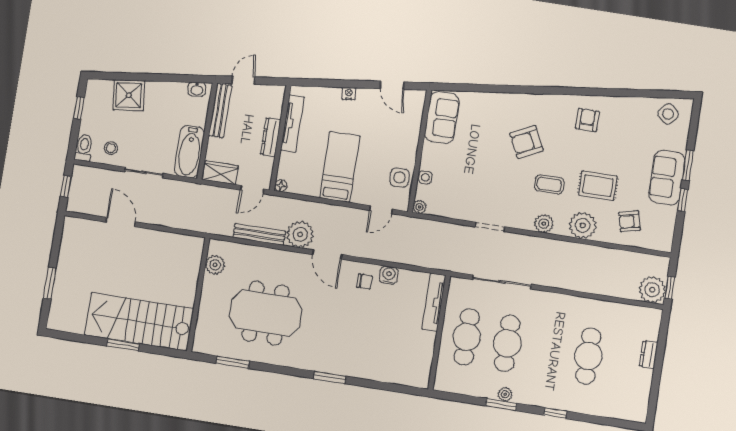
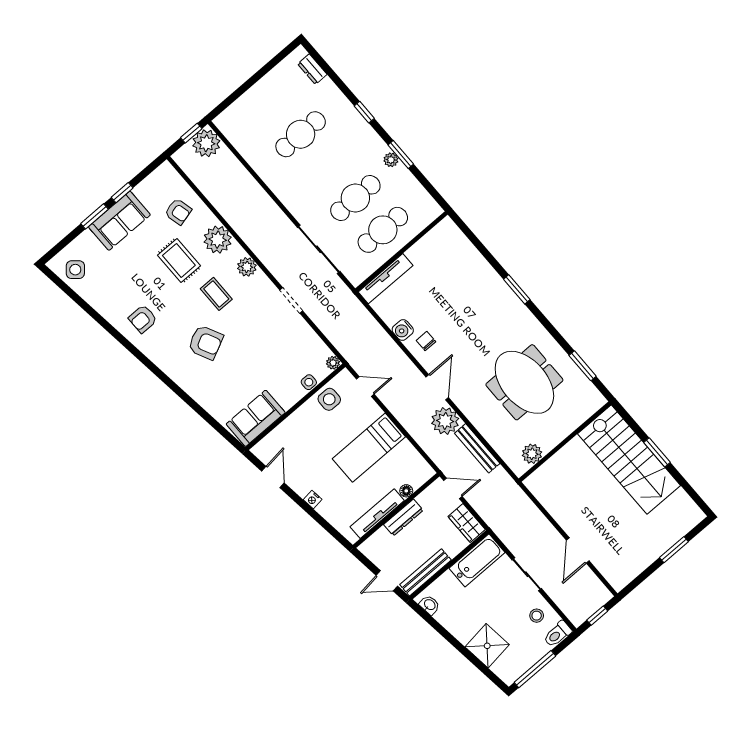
window: (79, 108) -> (535, 669), width x2.17
floor lamp: (281, 186) -> (406, 491), moved
dresser: (649, 355) -> (312, 69), moved, turned 90

